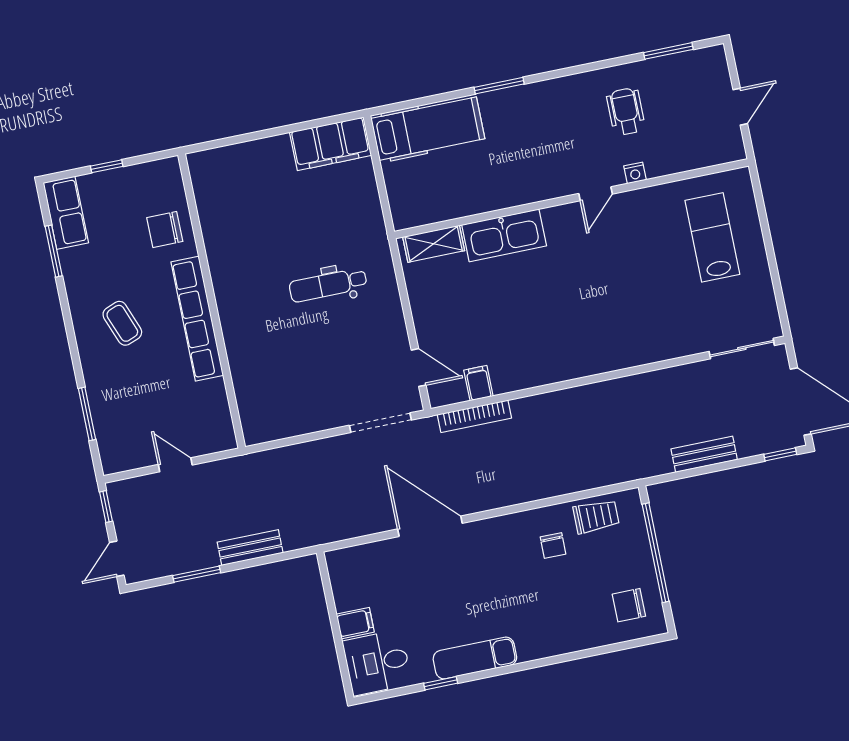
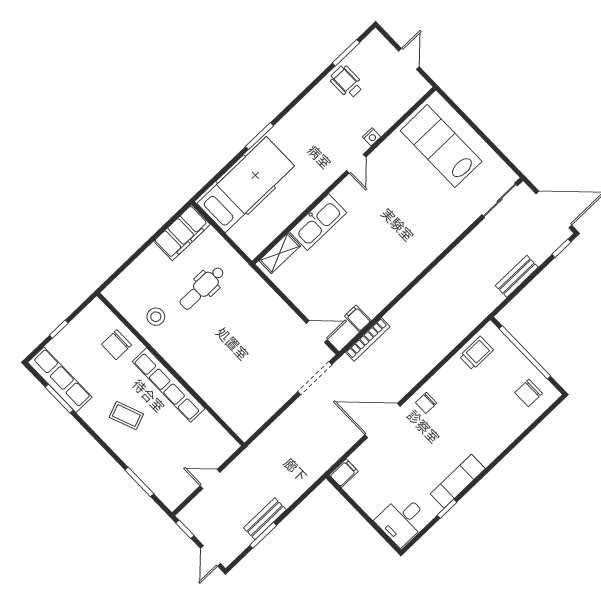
wheelchair: (626, 112) -> (347, 82), moved
hospital bed: (428, 129) -> (246, 185), width x1.37, depth x1.29
row of seats: (66, 213) -> (60, 380), width x1.48
stool: (234, 226) -> (156, 317), added
lab bench: (712, 237) -> (441, 146), width x1.36, depth x1.39
dental chair: (328, 285) -> (202, 288), moved
chair: (553, 546) -> (426, 403), moved, turned 90
bench: (250, 548) -> (265, 519), moved
filing cabinet: (355, 623) -> (344, 473), moved

